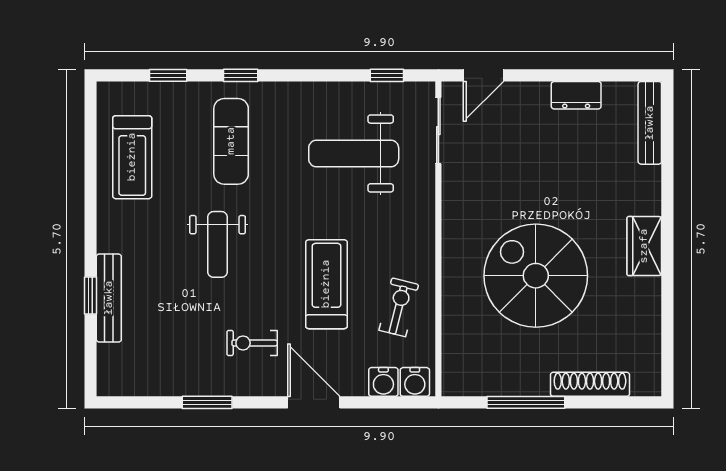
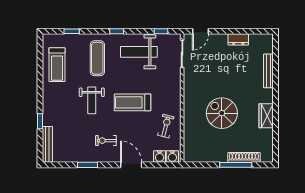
window: (241, 75) -> (117, 31), moved
bench: (650, 123) -> (268, 71), moved
weight bench: (354, 153) -> (139, 52), moved
wardrobe: (644, 246) -> (266, 116), moved
spiral stairs: (536, 276) -> (222, 113), width x0.73, depth x0.73
treadmill: (326, 284) -> (132, 102), moved, turned -90
bench: (109, 298) -> (47, 144), moved
window: (526, 402) -> (236, 165), moved

